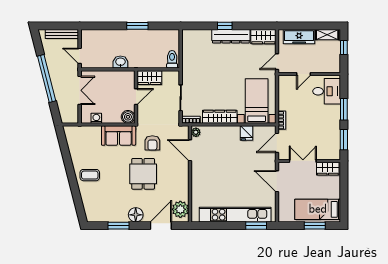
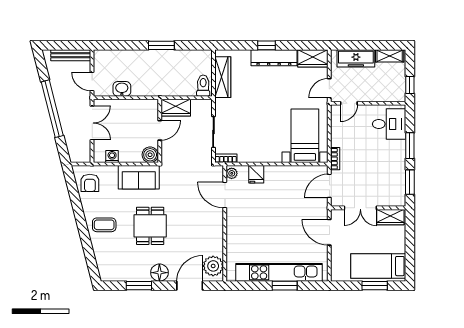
window: (344, 47) -> (410, 85), moved
washbasin: (120, 62) -> (122, 89), moved
door: (304, 74) -> (349, 103), moved
wardrobe: (220, 117) -> (223, 77), moved, turned 90
fridge: (247, 133) -> (256, 174), moved
armchair: (152, 143) -> (90, 183), moved
double door: (303, 161) -> (360, 208), swing flipped
dining table: (143, 174) -> (150, 226), moved
window: (256, 226) -> (285, 286), moved

